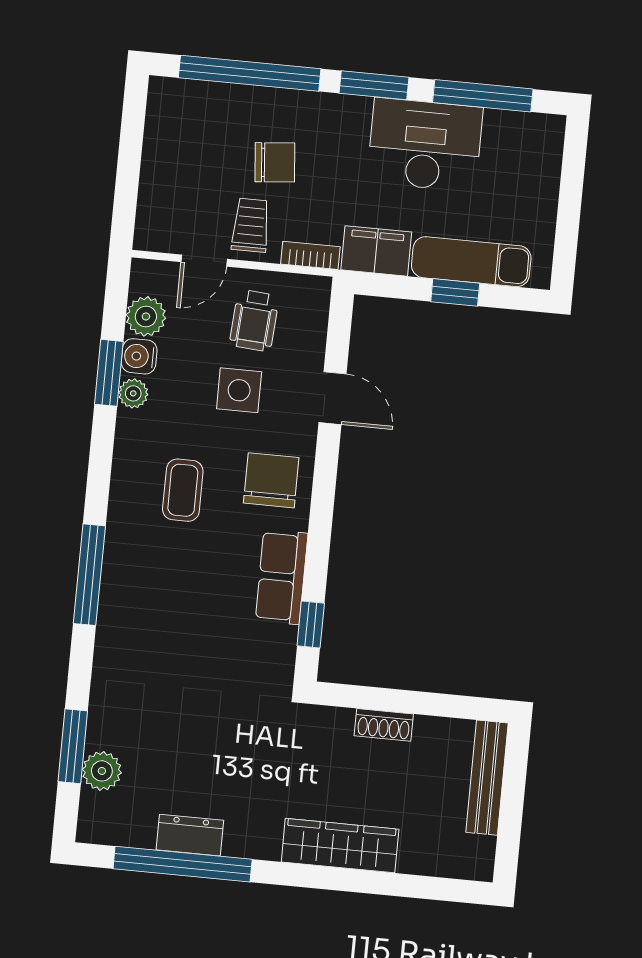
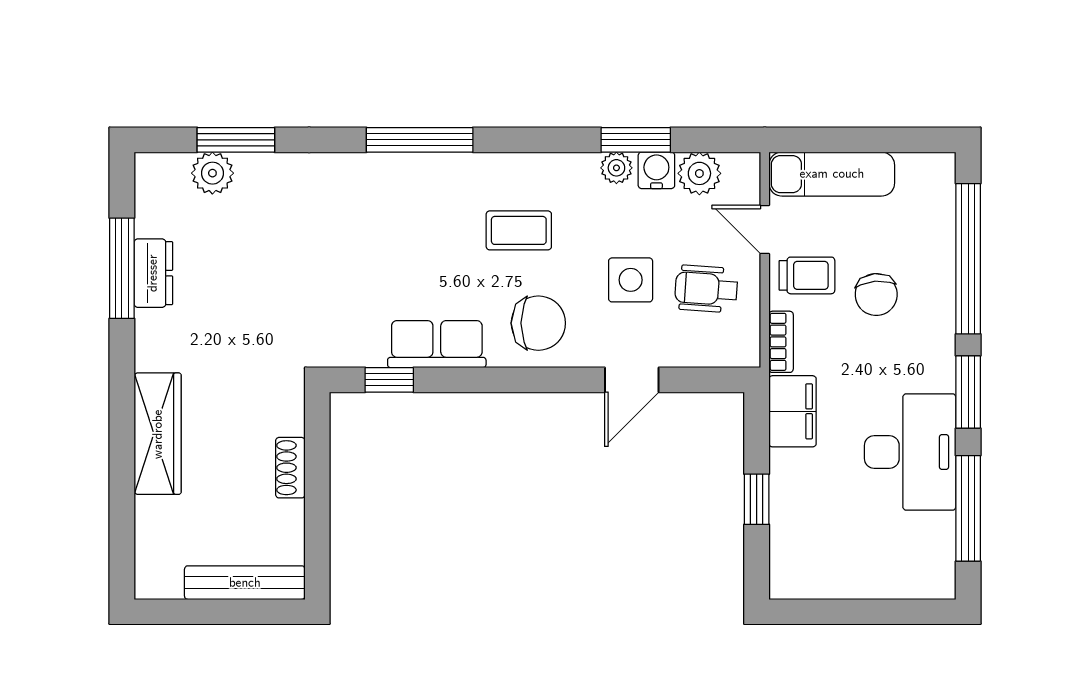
exam couch: (471, 262) -> (832, 174), moved, turned 90
window: (183, 864) -> (122, 268), width x0.68

